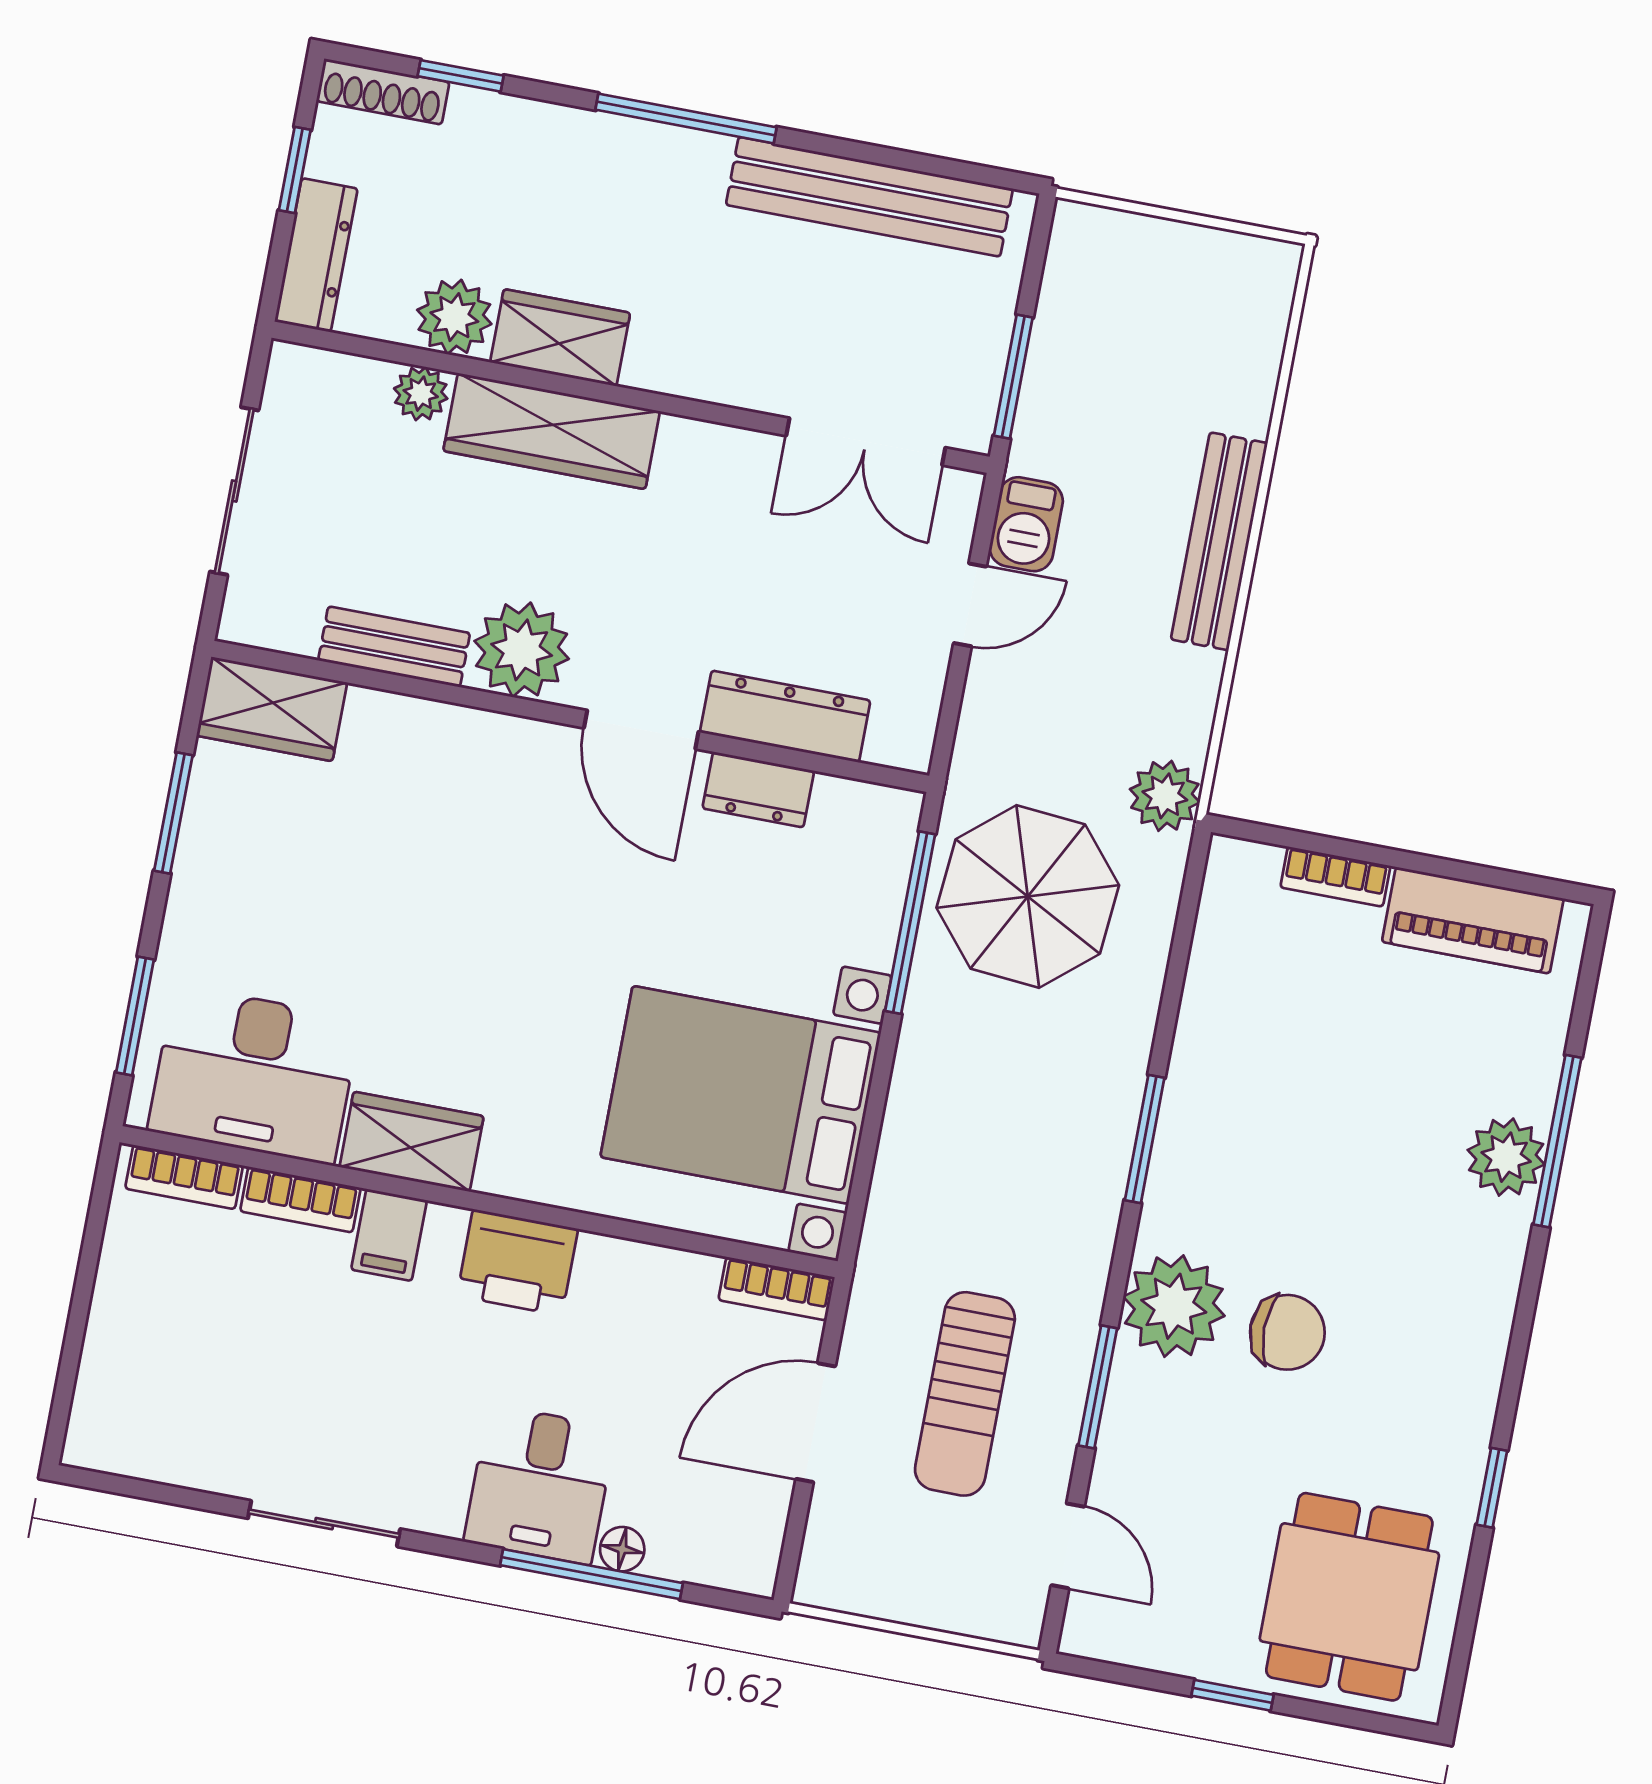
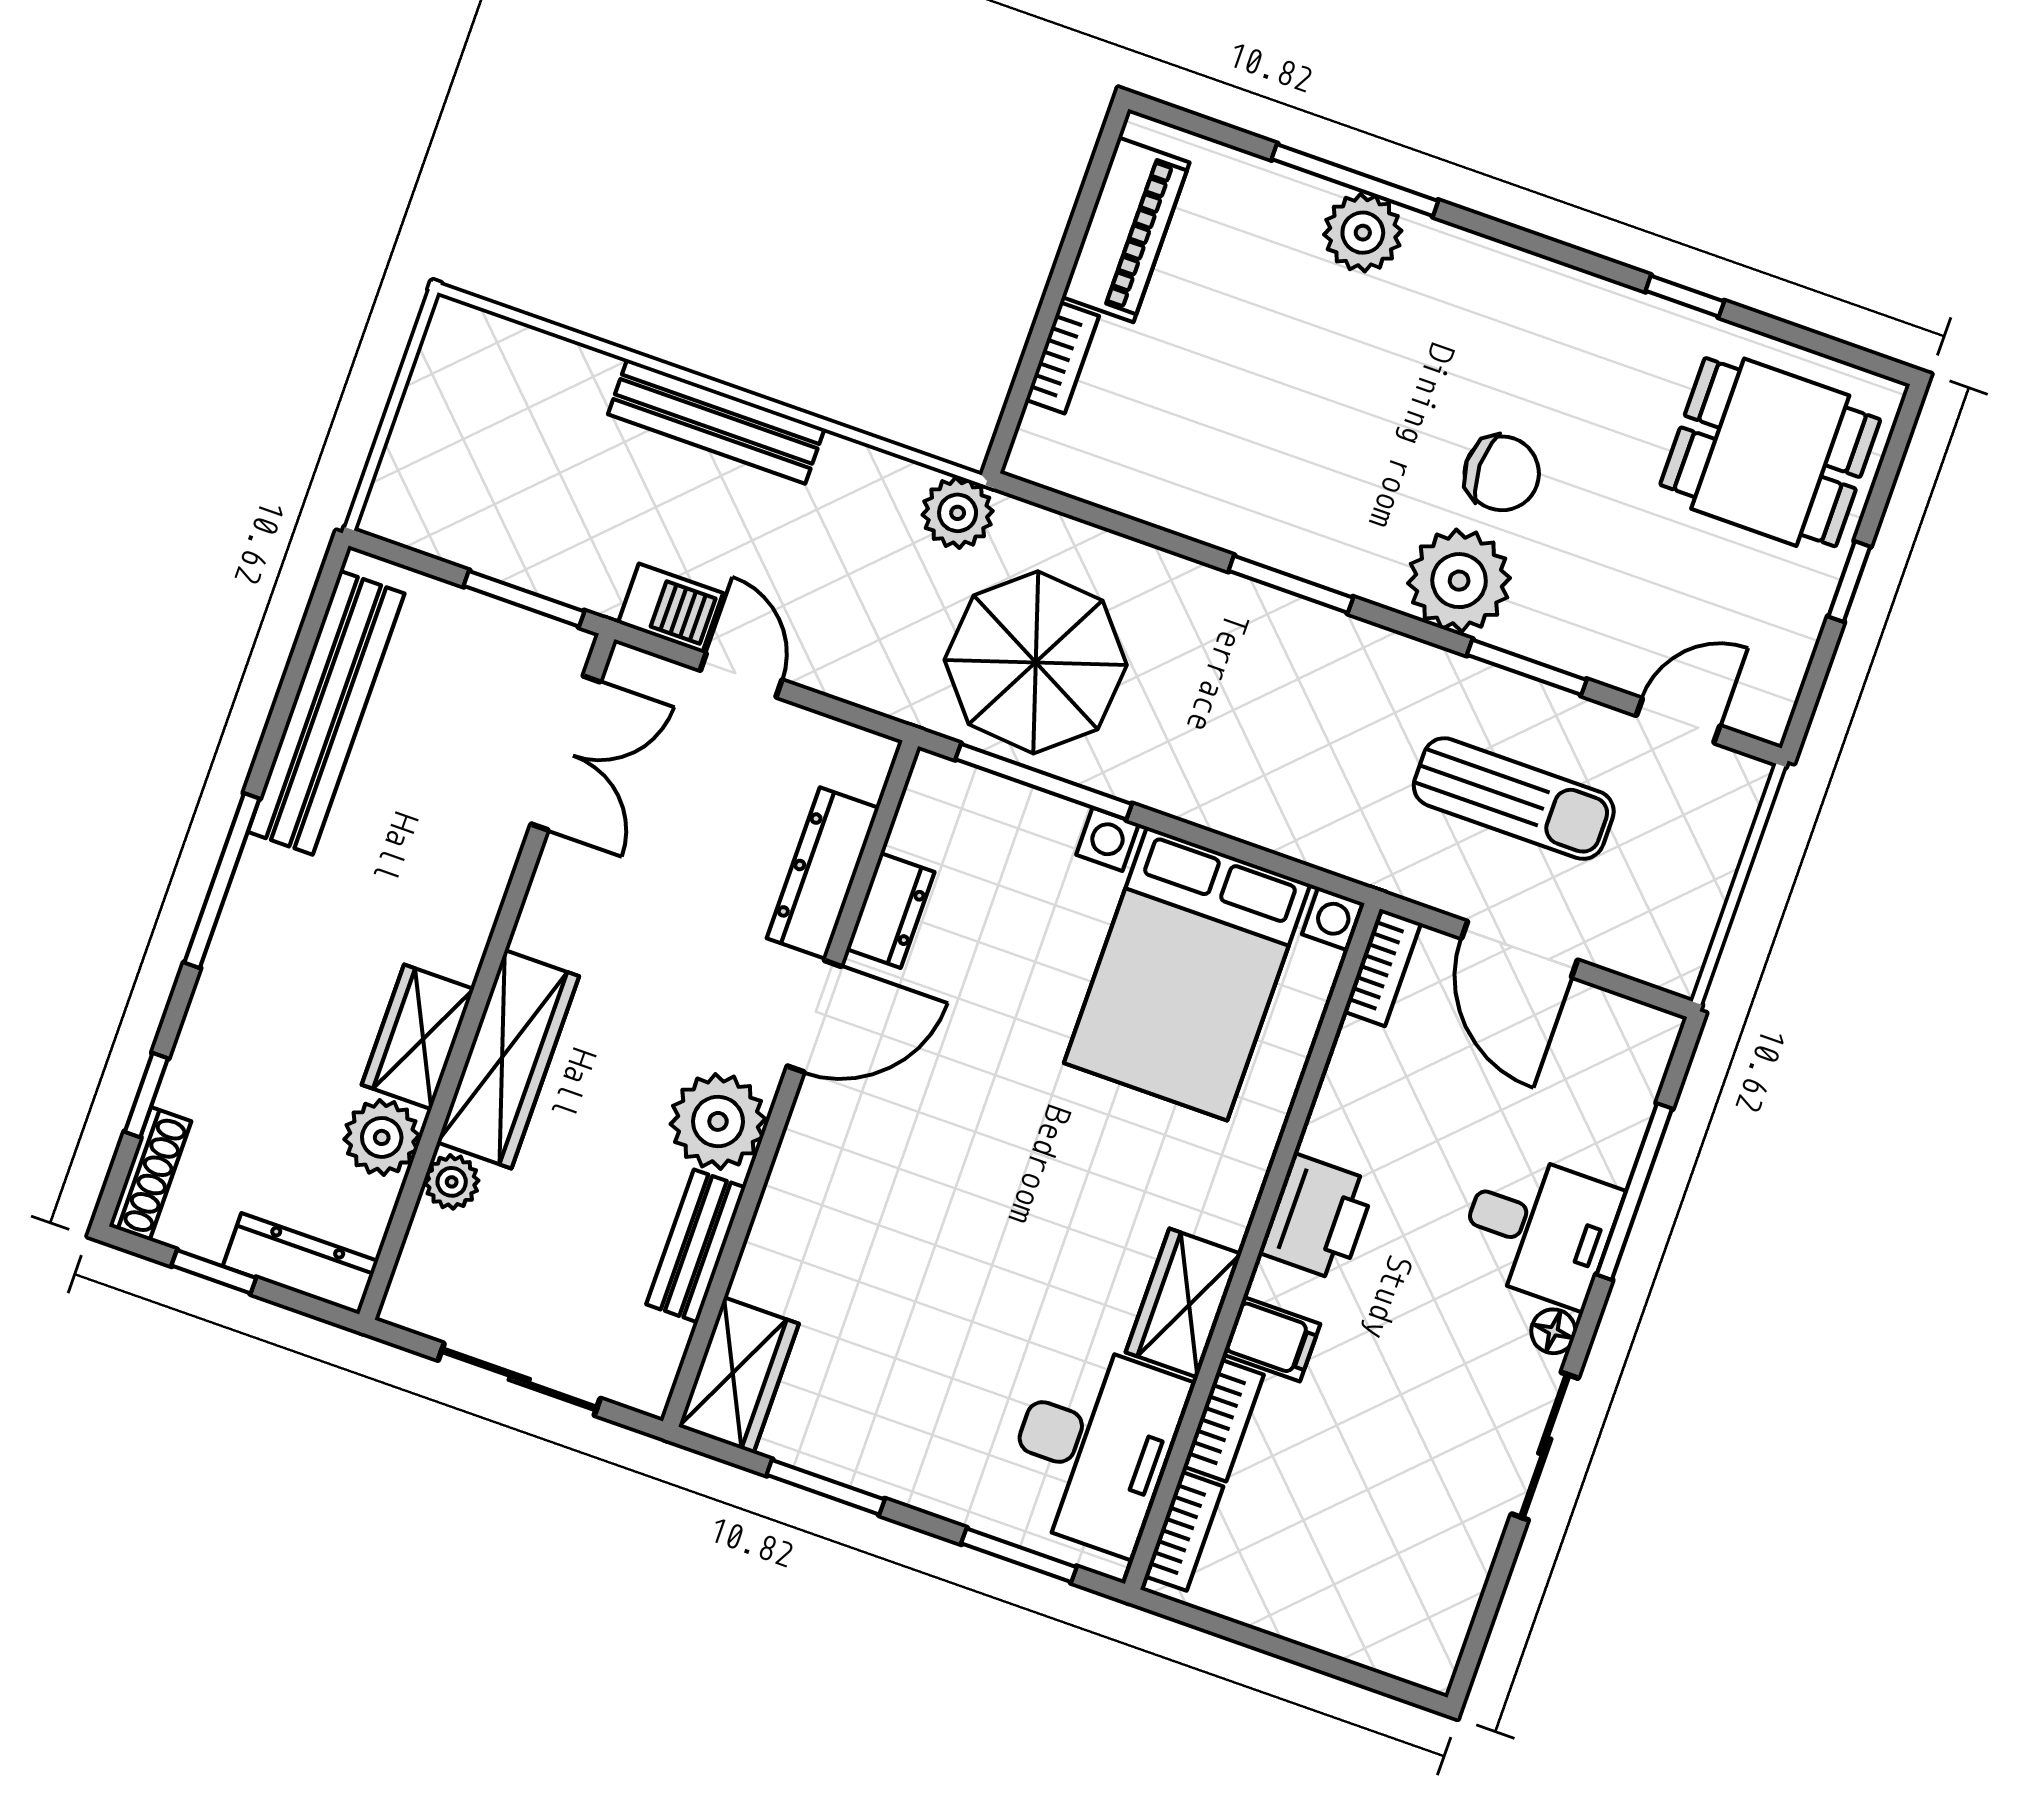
chair: (1287, 1332) -> (1502, 473), turned 90
floor lamp: (622, 1549) -> (1553, 1331), moved

